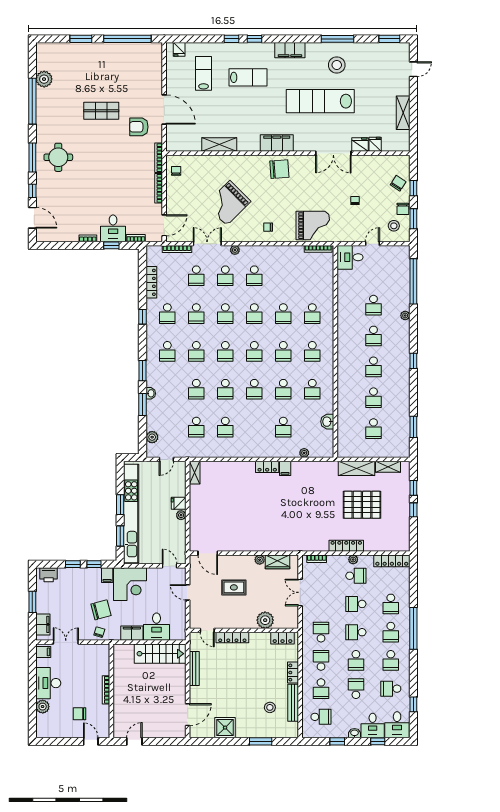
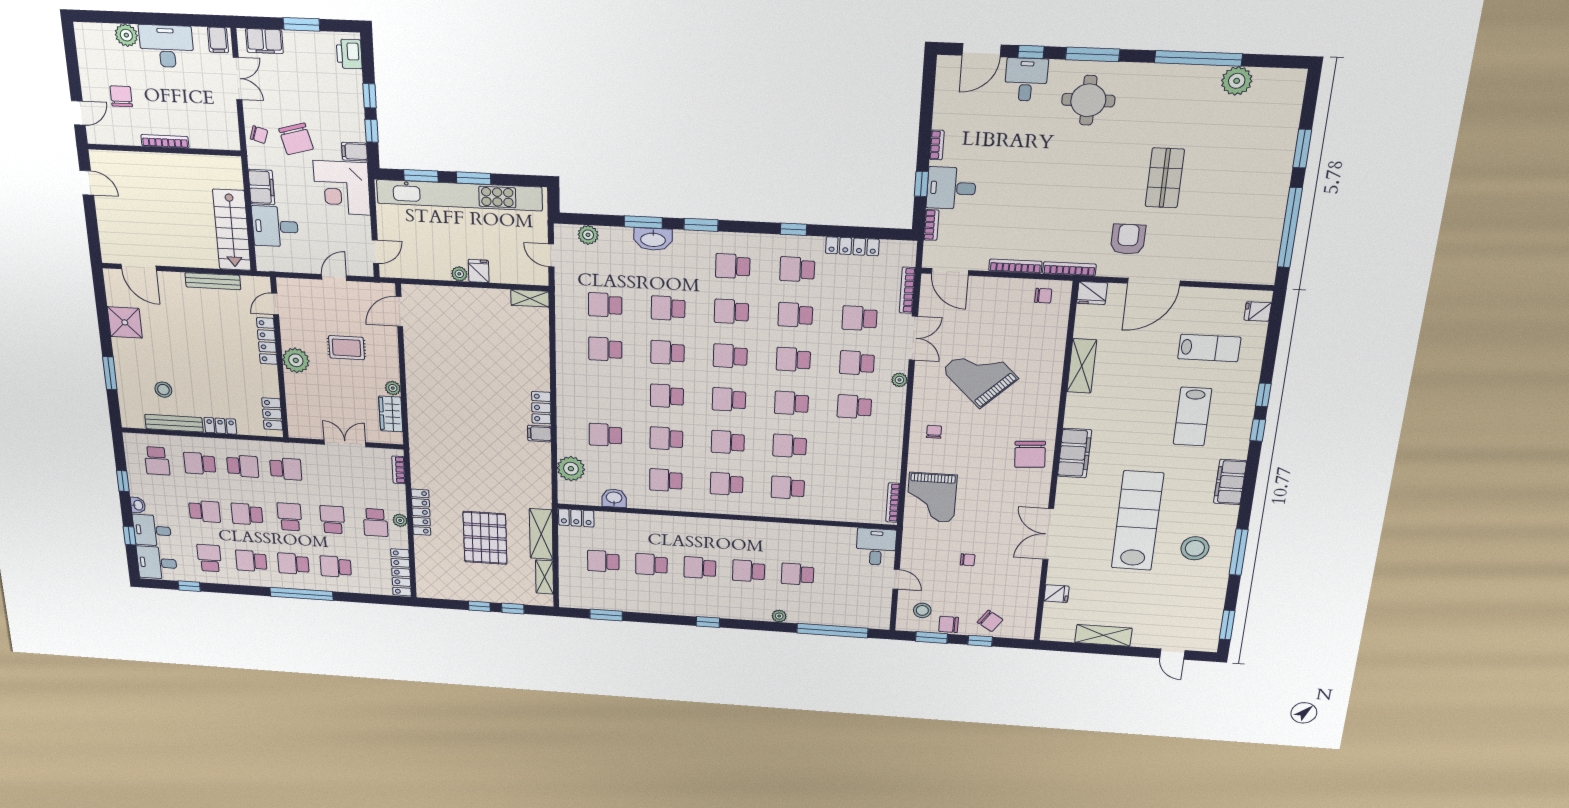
fridge: (360, 145) -> (1092, 293), moved, turned 90
desk: (48, 192) -> (1026, 80), added
washbasin: (151, 393) -> (653, 239), width x1.91, depth x1.45
locker: (343, 446) -> (576, 518), added
plant: (304, 453) -> (571, 469), width x1.88, depth x1.88
rug: (234, 587) -> (347, 348), turned 90
plant: (265, 620) -> (296, 360), moved

